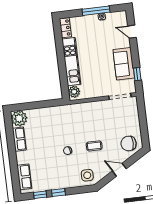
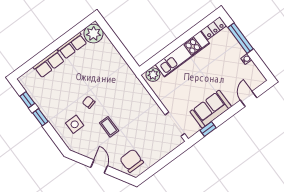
window: (96, 11) -> (240, 38), moved
side table: (87, 175) -> (75, 124), moved
row of seats: (24, 177) -> (49, 64), moved

